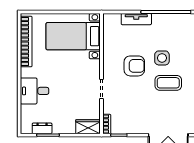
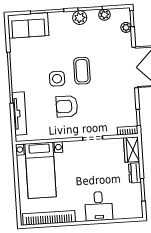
tv unit: (136, 19) -> (20, 114), width x1.41
armchair: (134, 66) -> (67, 106), turned -90
dresser: (42, 128) -> (135, 173), moved

